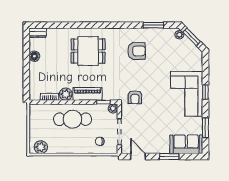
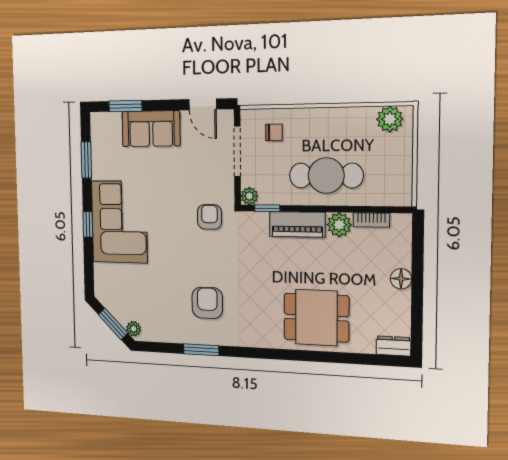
window: (153, 25) -> (201, 350), moved
dining table: (88, 51) -> (316, 318), moved
armchair: (137, 51) -> (207, 303), turned 90
floor lamp: (34, 56) -> (401, 279), moved
sofa: (186, 144) -> (151, 129), moved
window: (169, 157) -> (125, 106), moved

